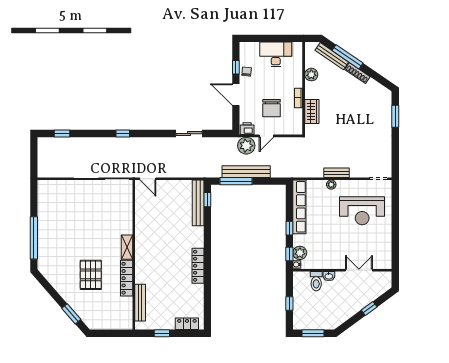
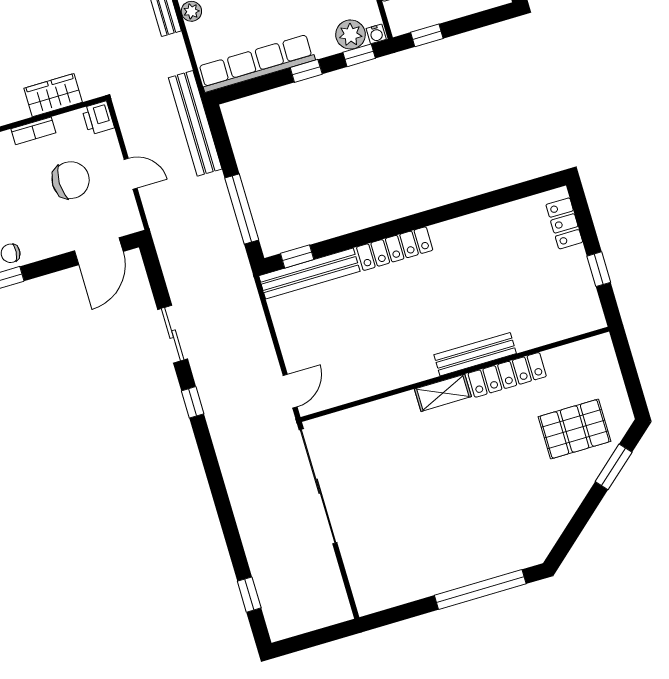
door: (236, 95) -> (99, 251), moved
printer: (247, 129) -> (98, 118), moved
window: (123, 134) -> (193, 402), moved
plant: (246, 146) -> (163, 209), removed
bench: (246, 172) -> (195, 123), moved
locker: (198, 266) -> (395, 249), moved
pallet: (91, 275) -> (575, 429), moved
bench: (140, 303) -> (475, 354), moved
window: (289, 304) -> (427, 35), moved

